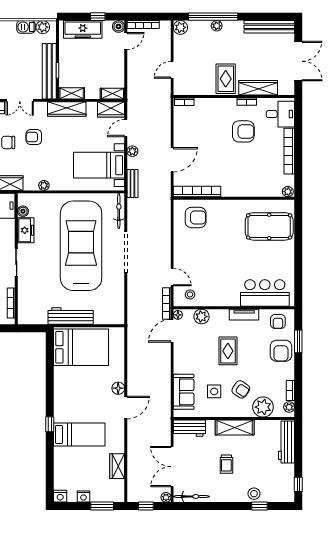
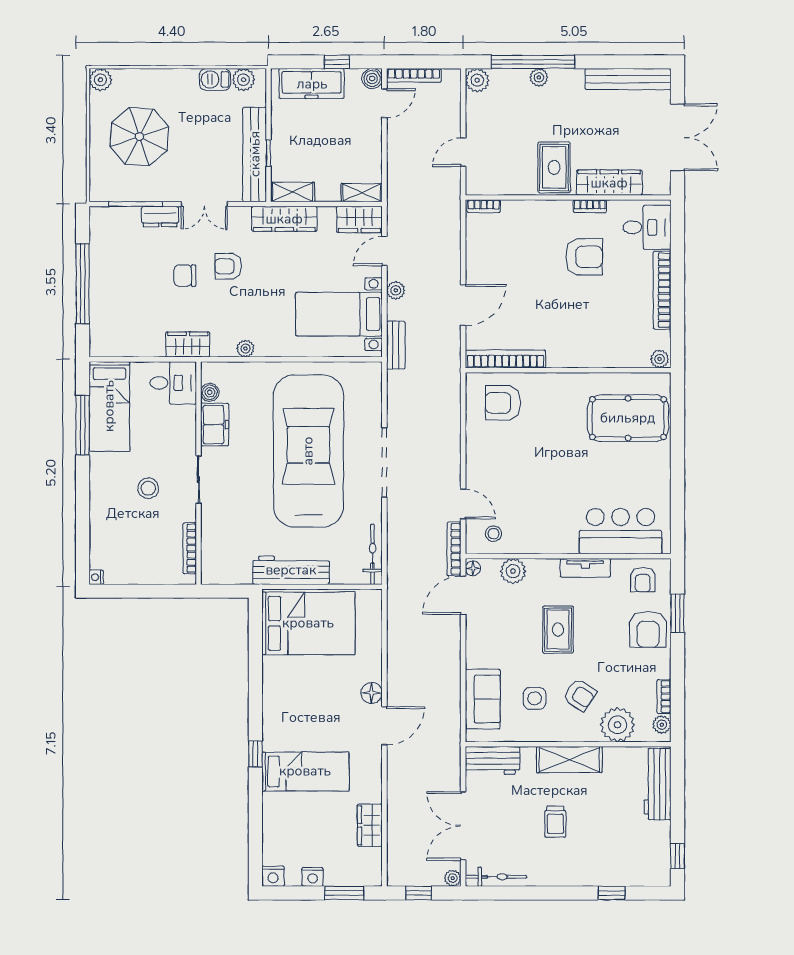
bicycle: (119, 211) -> (373, 554), moved
armchair: (196, 217) -> (503, 403), turned 180
stool: (254, 494) -> (602, 872), removed

